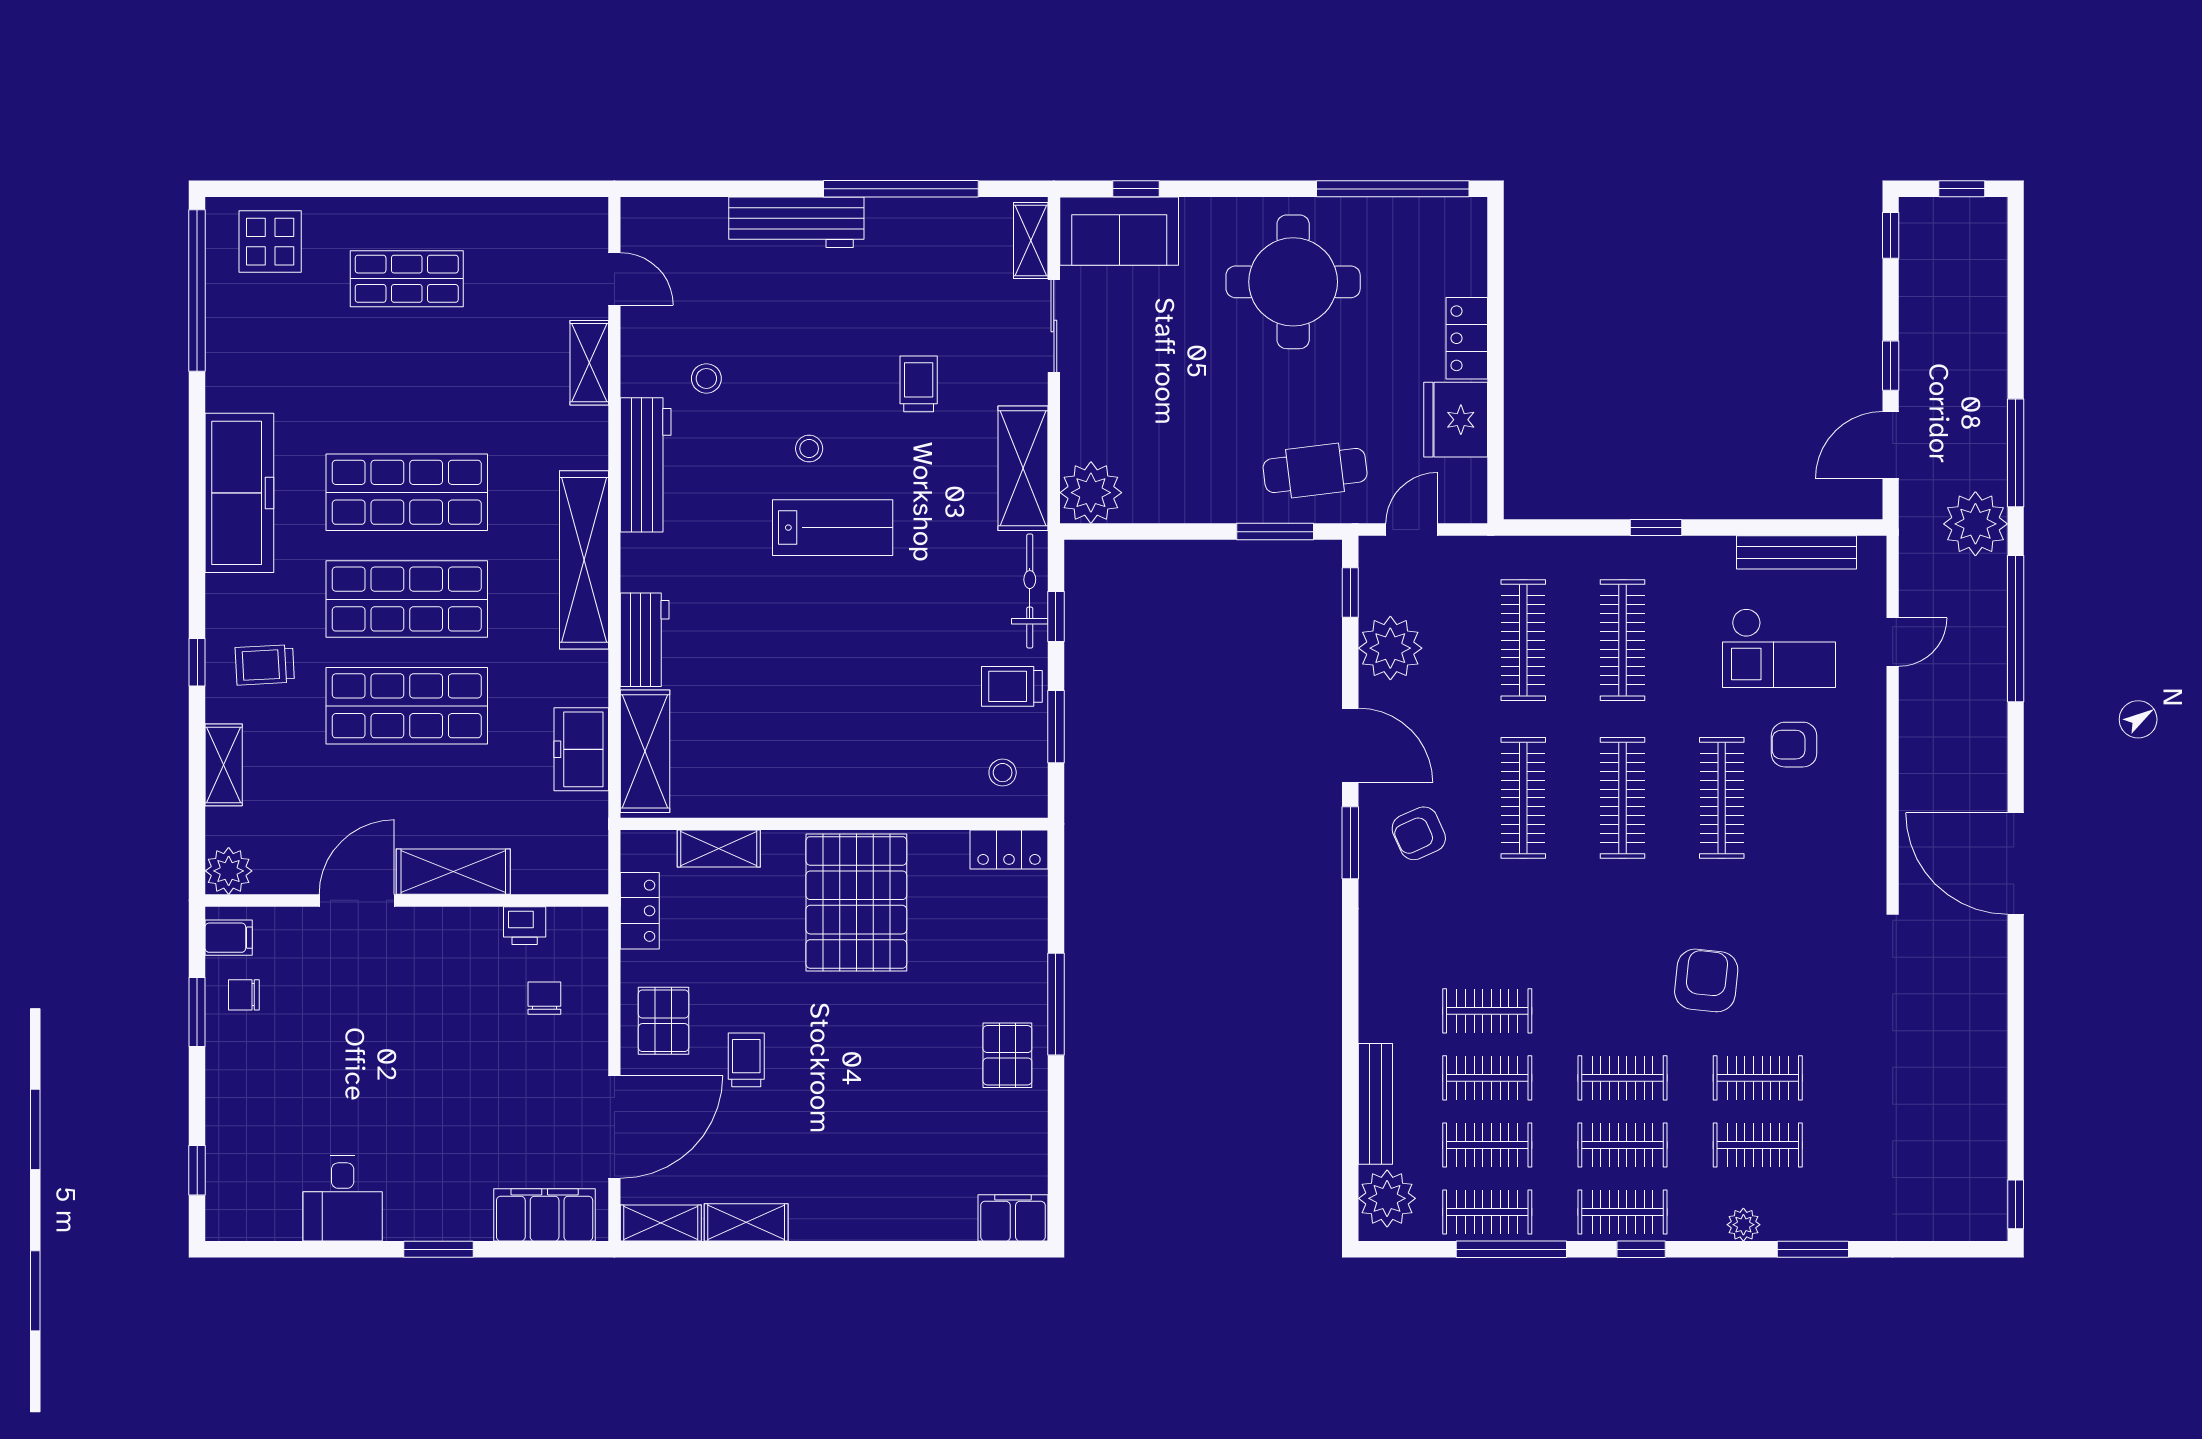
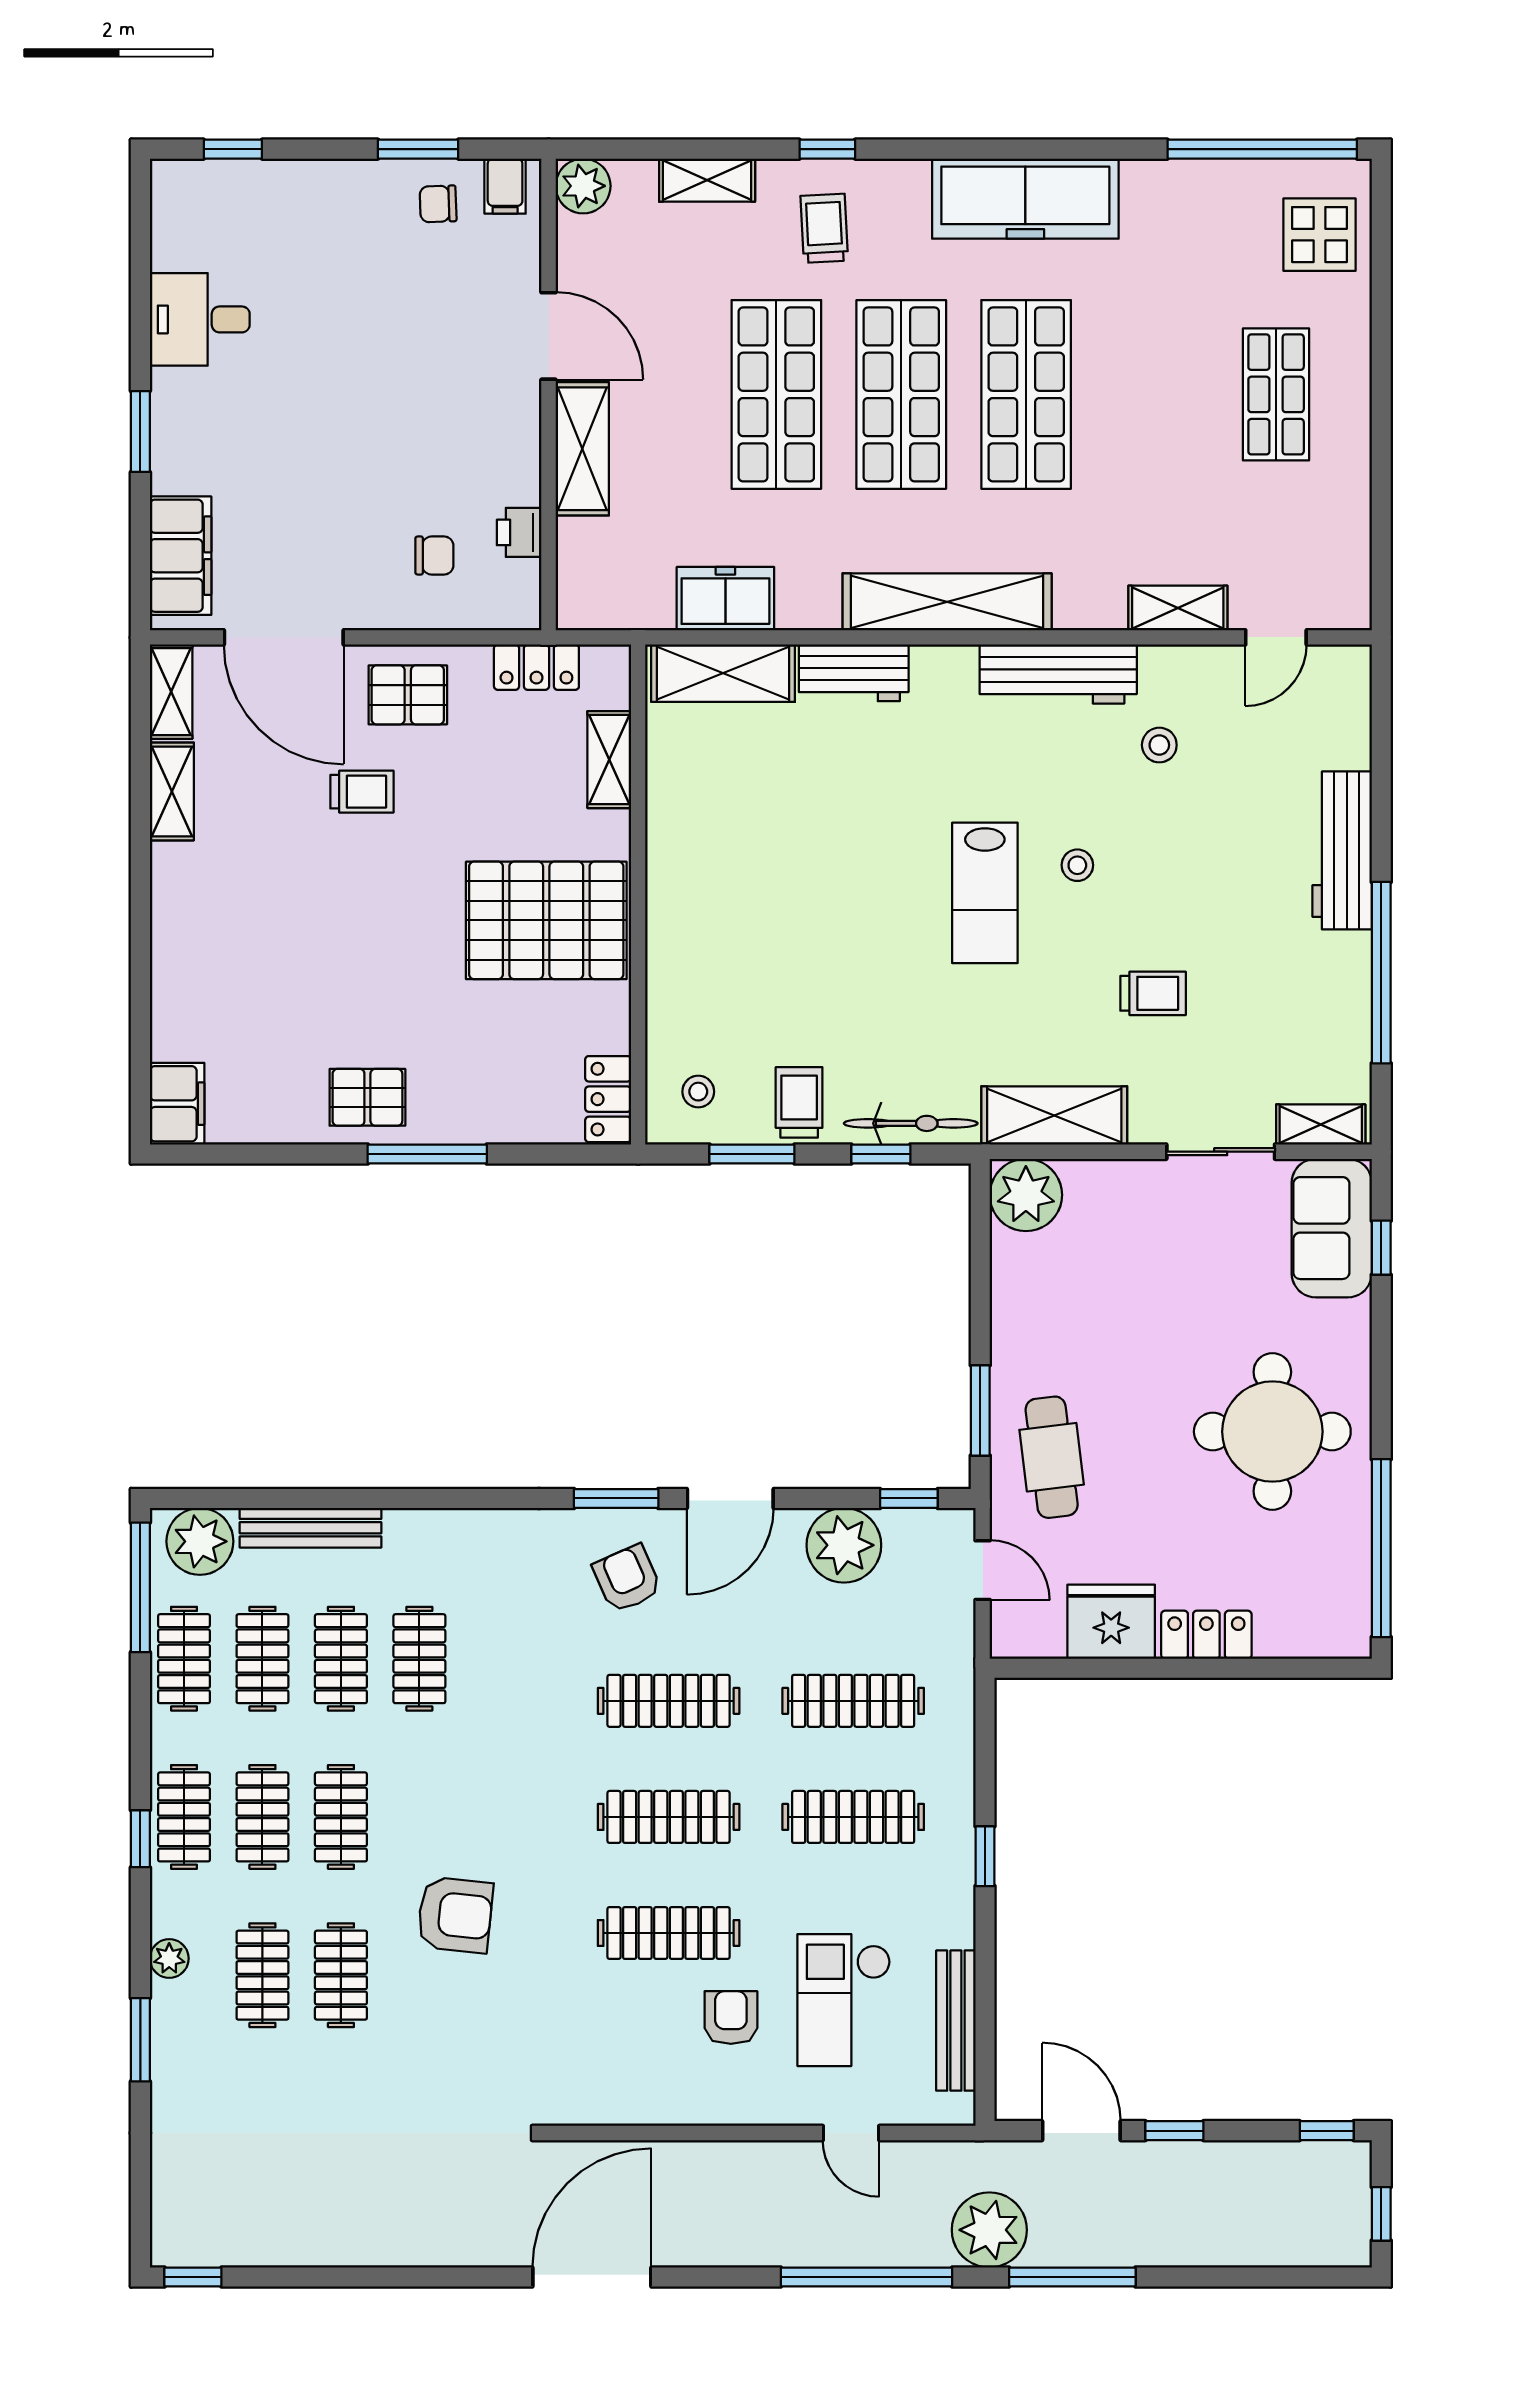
chair: (244, 995) -> (438, 204), turned -92
window: (1511, 1249) -> (140, 1587), moved

